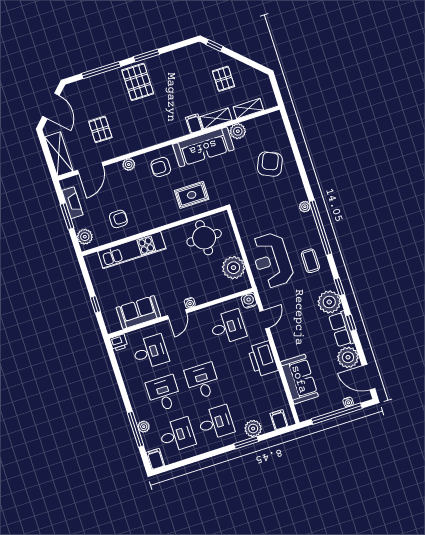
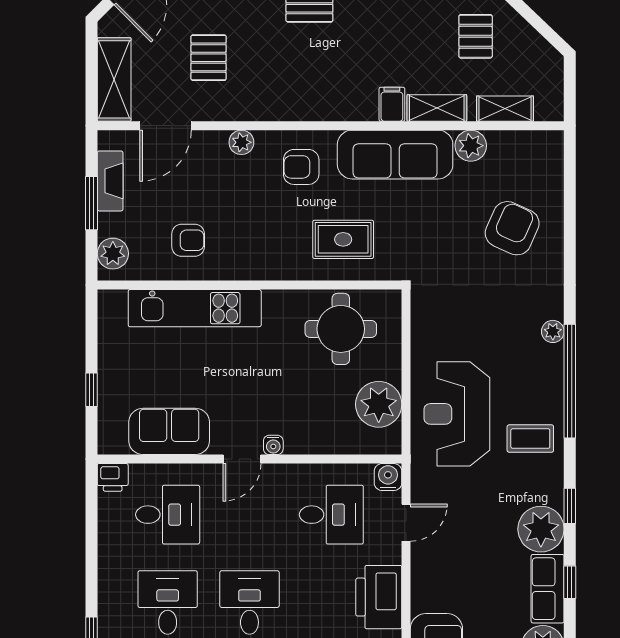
coffee table: (310, 261) -> (530, 439), turned 90

